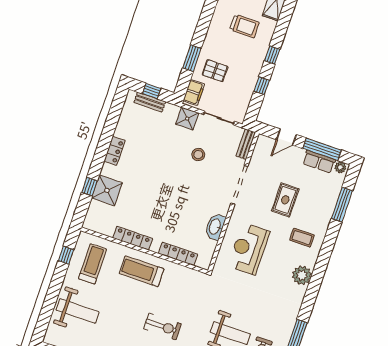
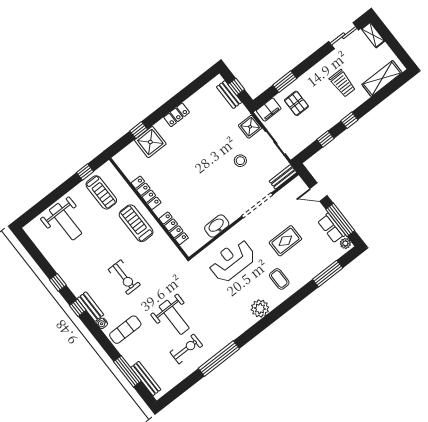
treadmill: (93, 264) -> (101, 192), turned 90

